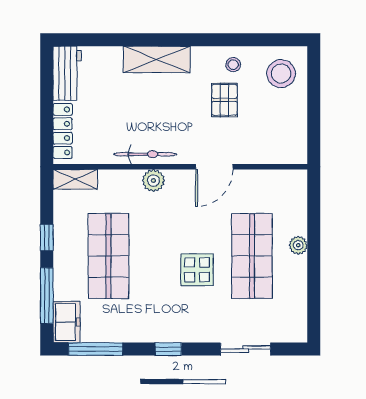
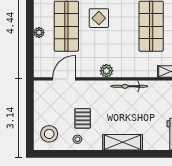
door: (214, 167) -> (64, 79), moved
plant: (153, 181) -> (106, 71), moved

